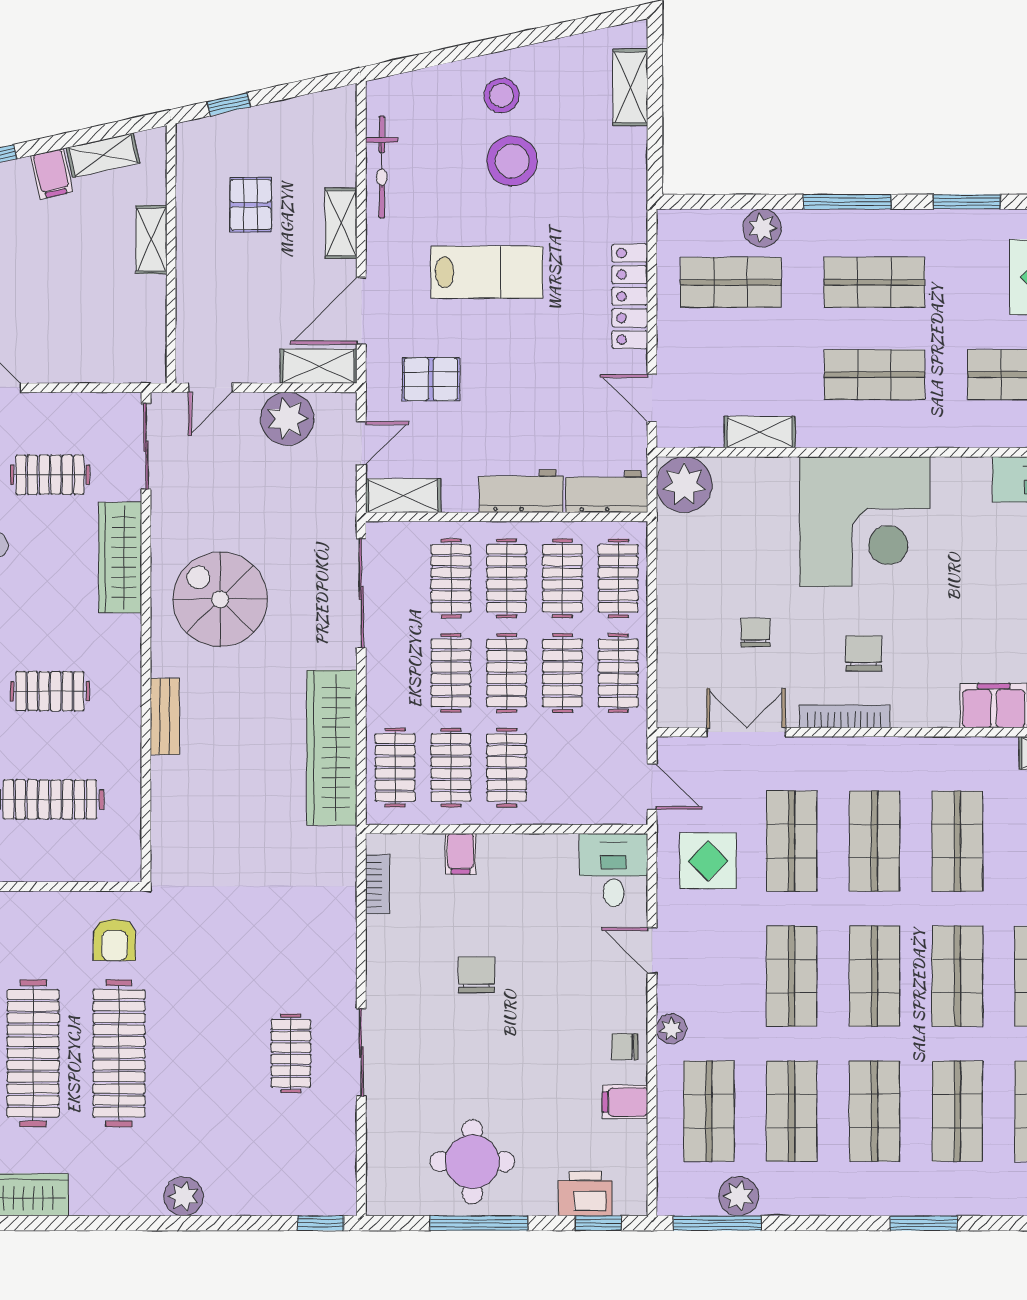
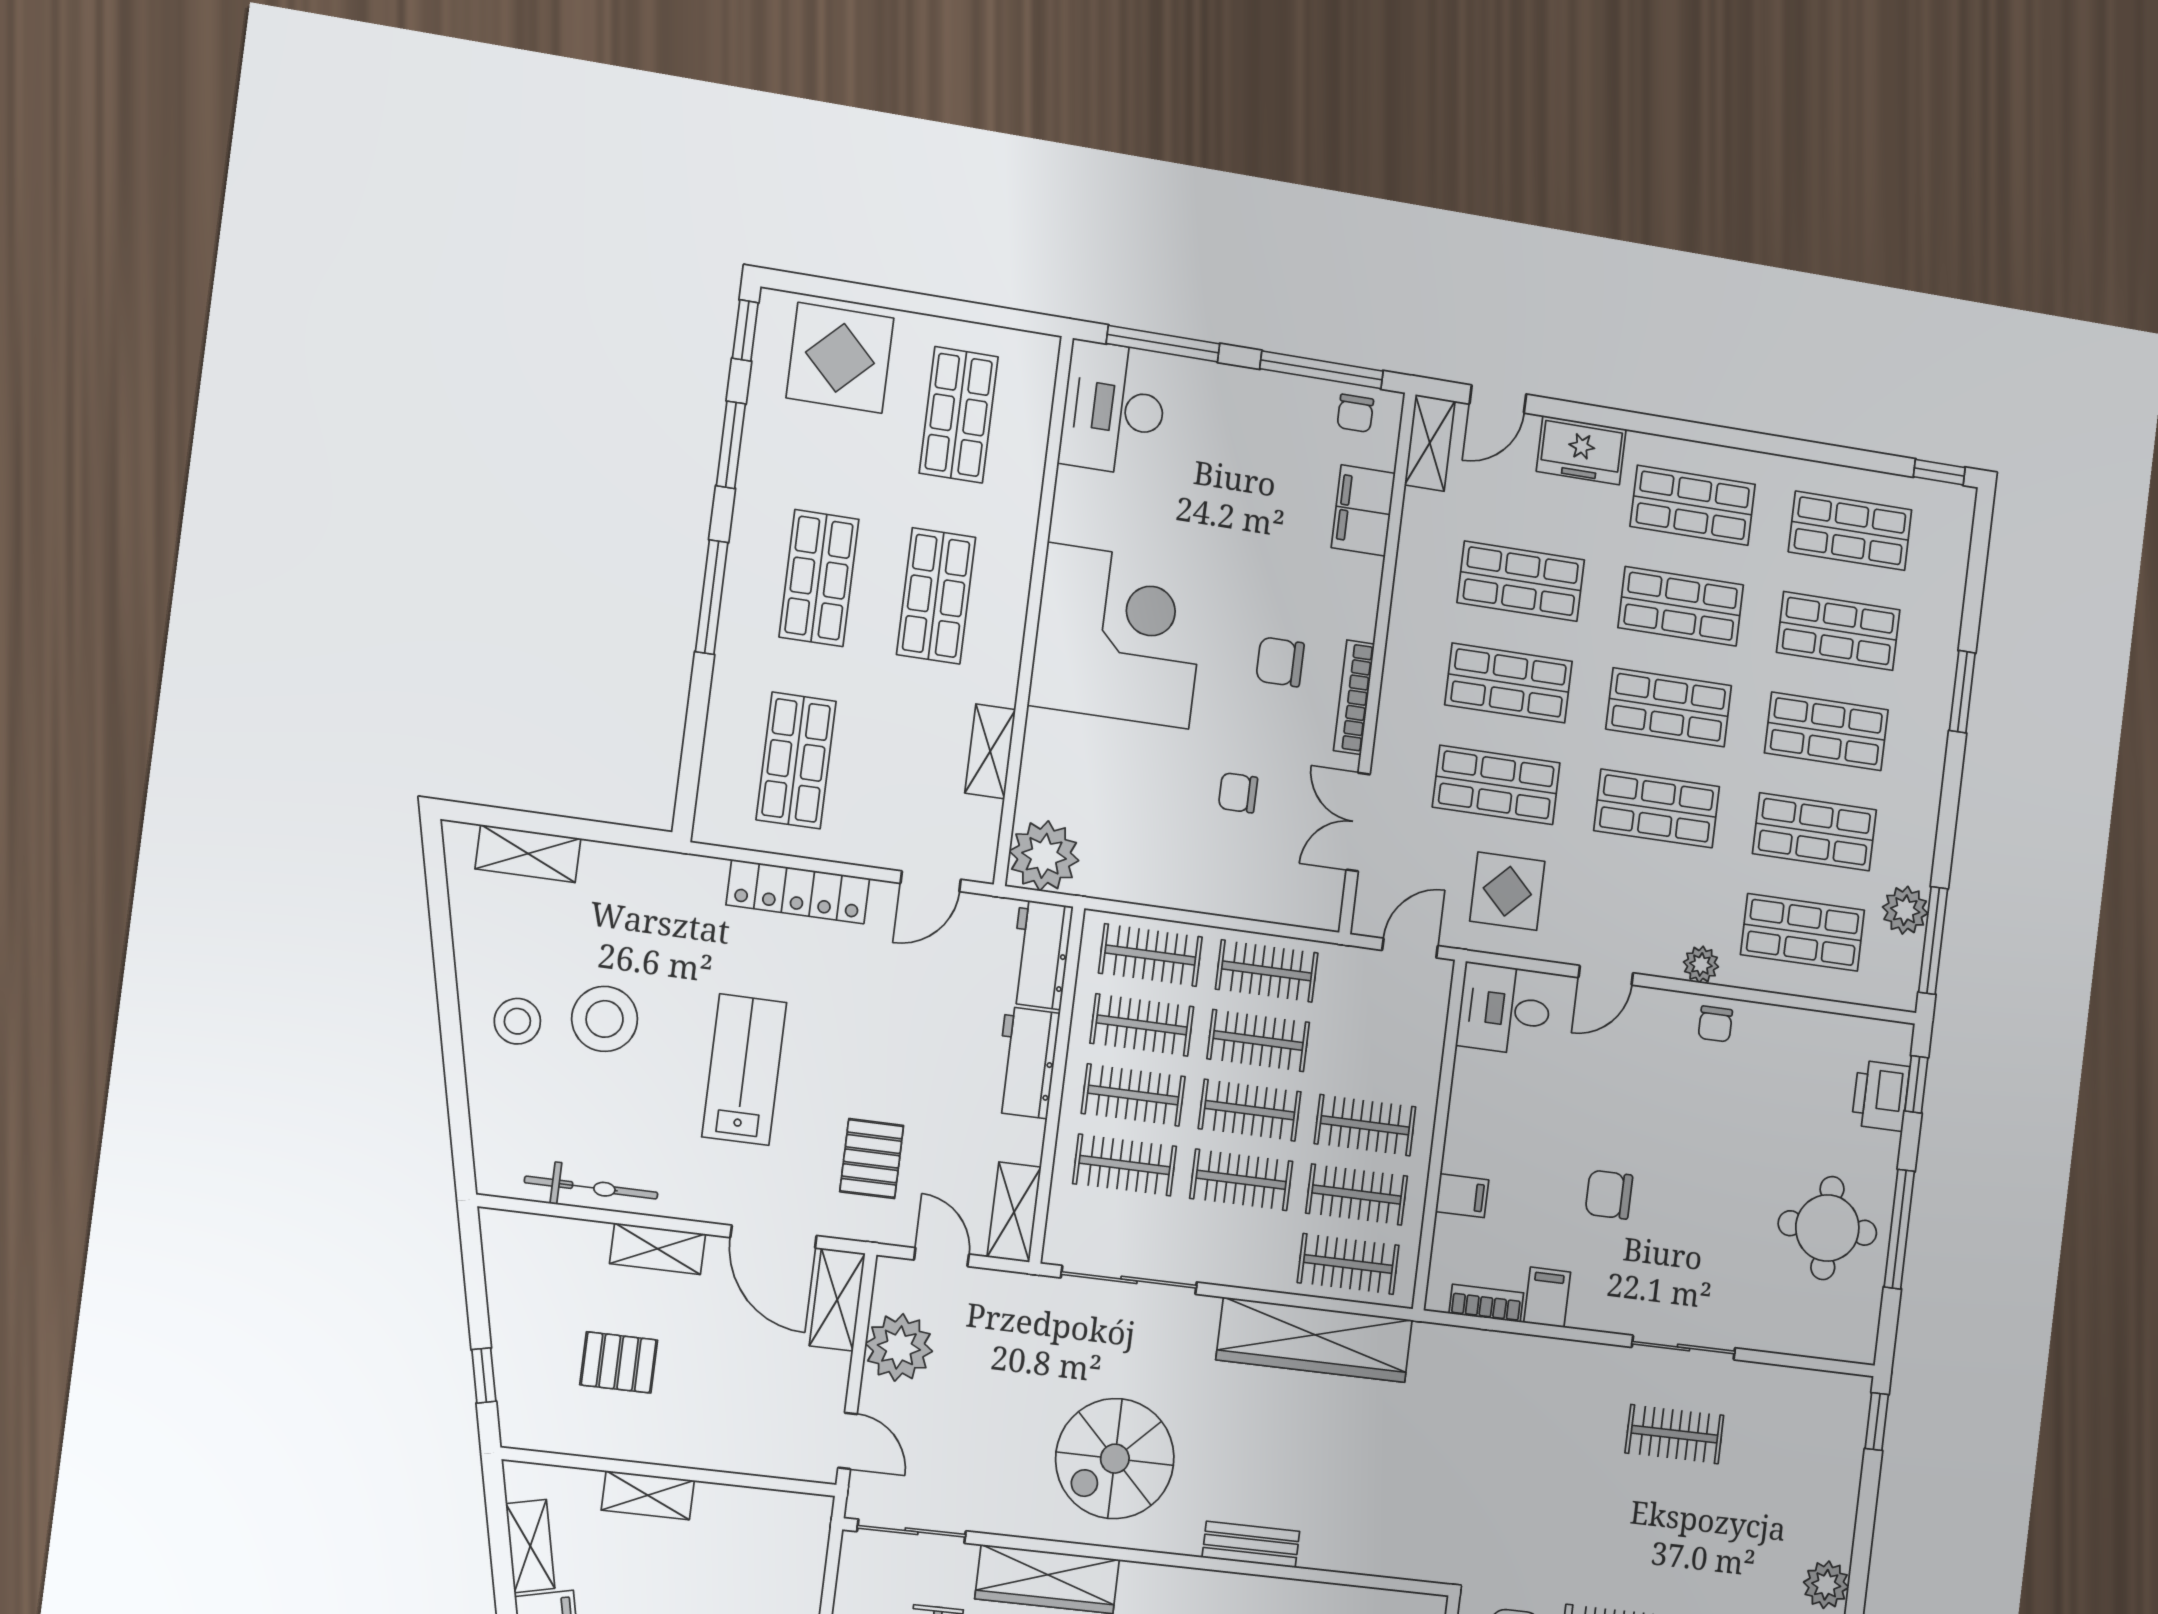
plant: (762, 228) -> (732, 711), removed
filing cabinet: (625, 1102) -> (1547, 1297), moved, turned 180

